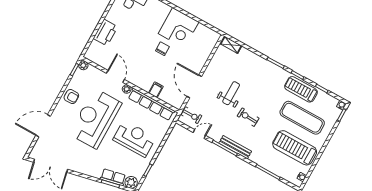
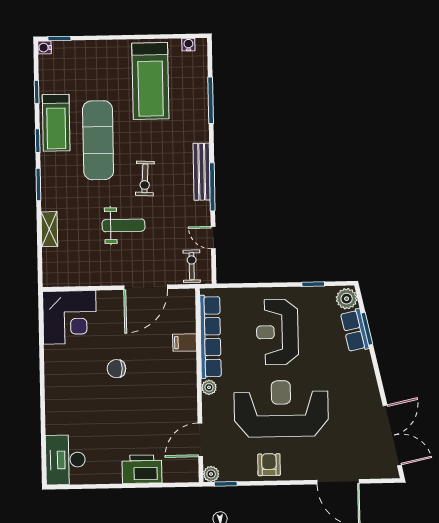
corner desk: (179, 28) -> (70, 317), moved, turned 90
shelving: (231, 45) -> (49, 229), moved
door: (115, 76) -> (200, 440), moved
weight bench: (231, 93) -> (123, 225), turned 180
exercise mat: (302, 118) -> (98, 140), moved
reception desk: (95, 119) -> (281, 409), turned 180

